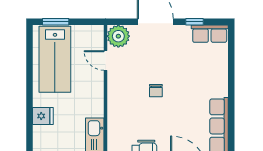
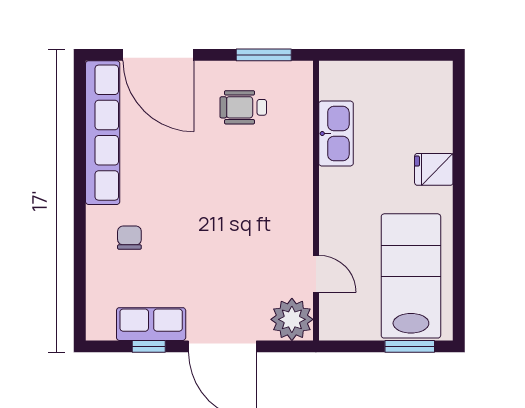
row of seats: (210, 34) -> (151, 324), moved
chair: (156, 91) -> (129, 238), moved

